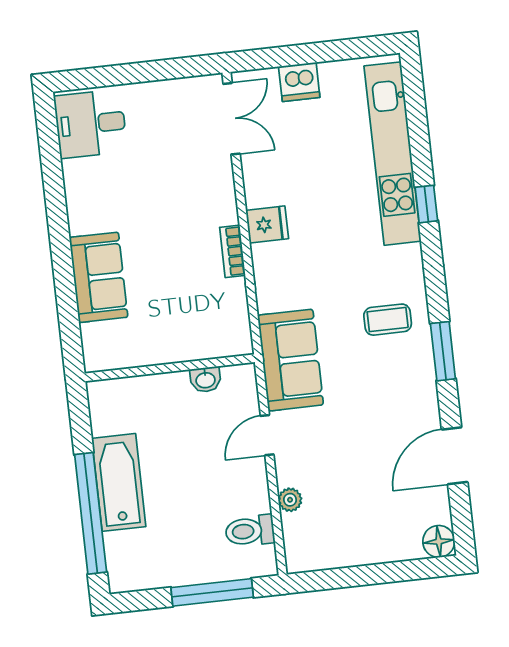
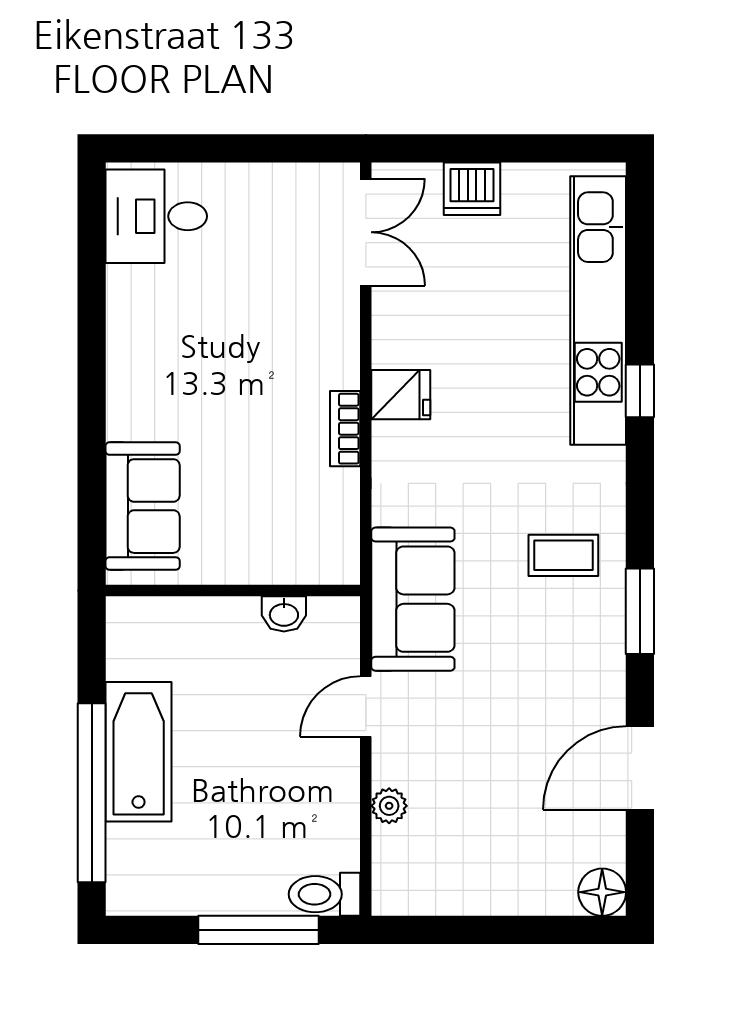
sofa: (99, 277) -> (143, 506), moved
toilet: (250, 531) -> (325, 894), moved

